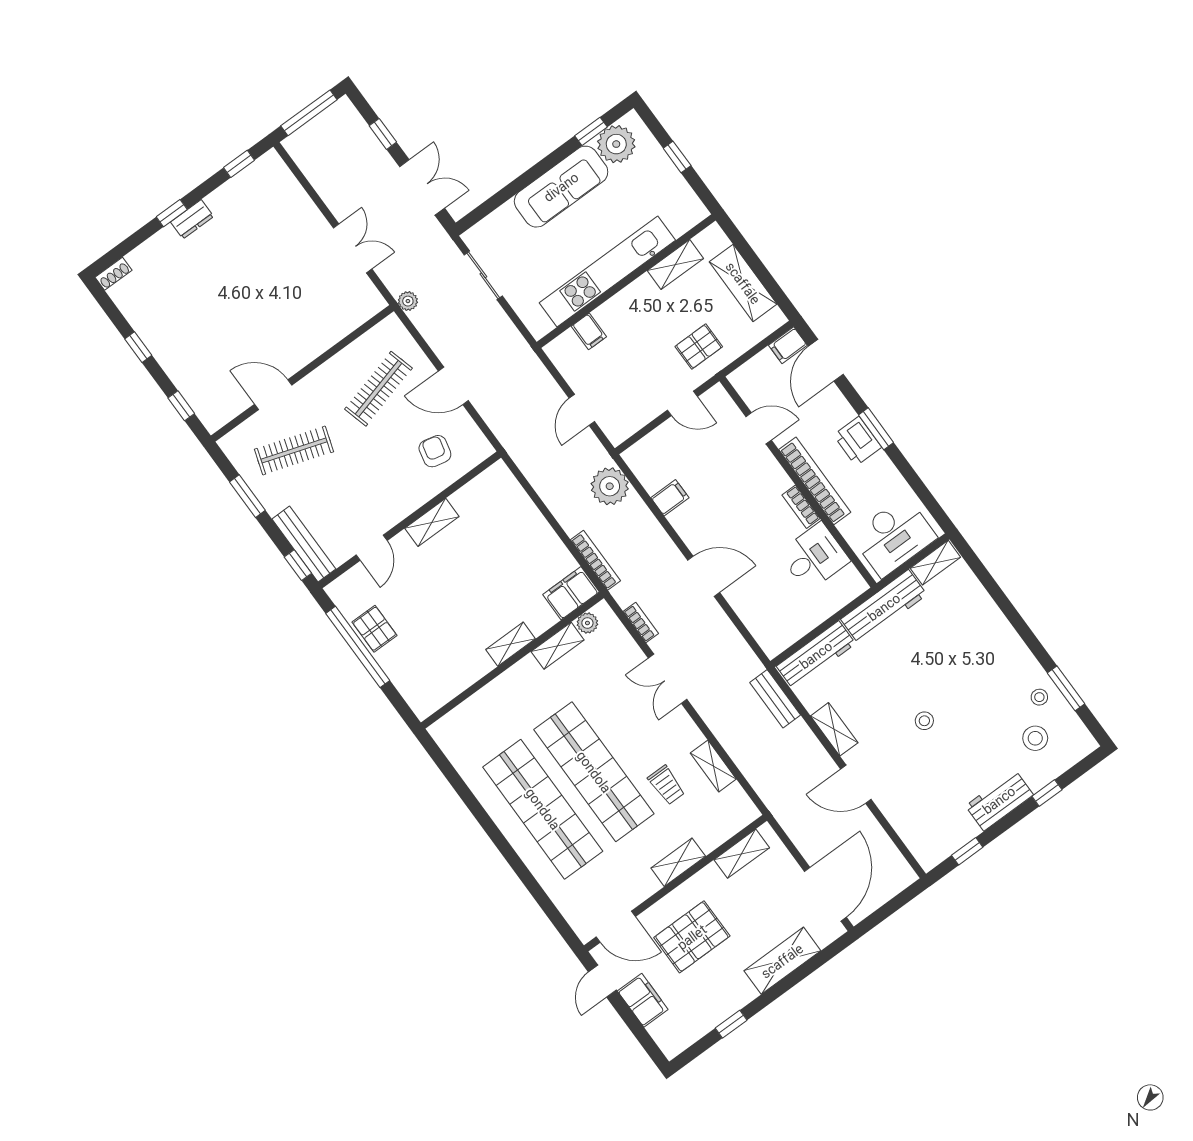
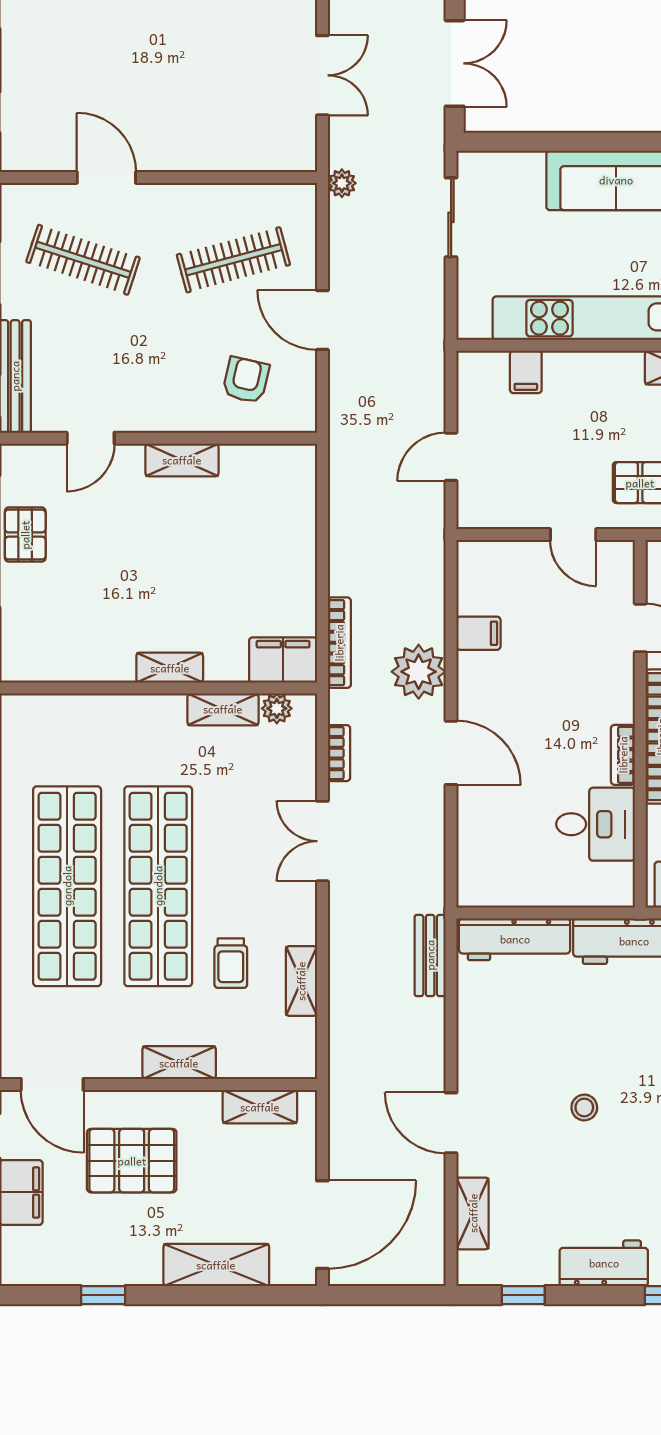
plant: (610, 486) -> (419, 672), moved
shelving: (834, 729) -> (473, 1213), moved

